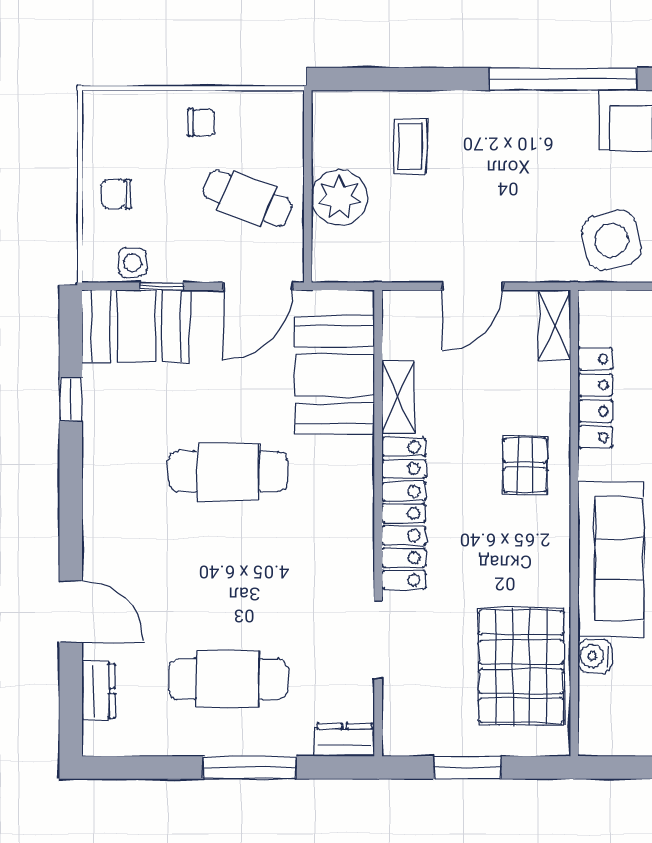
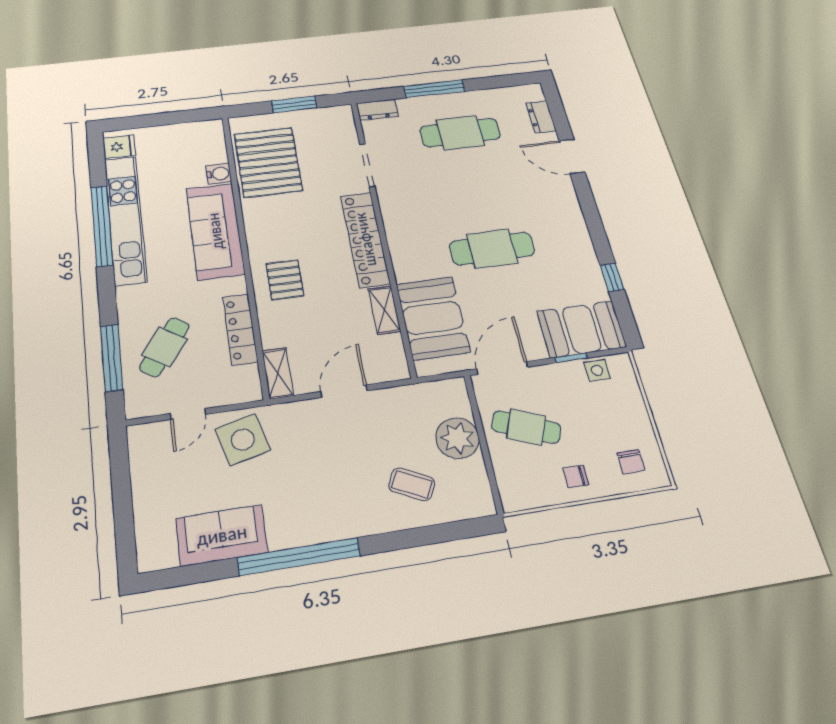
coffee table: (410, 146) -> (412, 484), turned -63
chair: (116, 194) -> (631, 462), moved, turned 90

